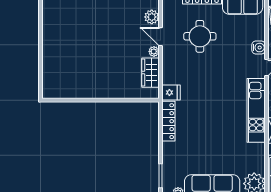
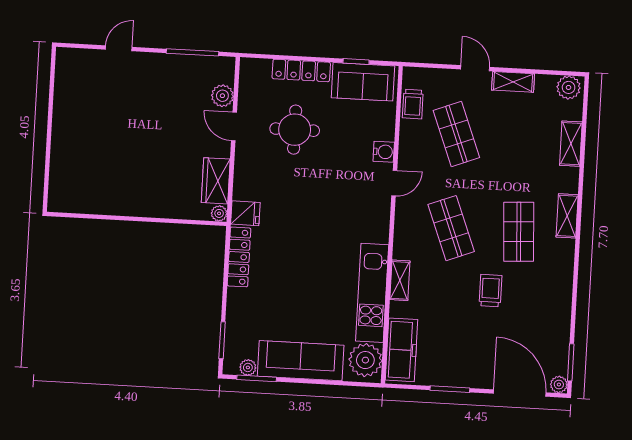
plant: (154, 51) -> (219, 213), moved
kitchen unit: (256, 110) -> (372, 293), moved

